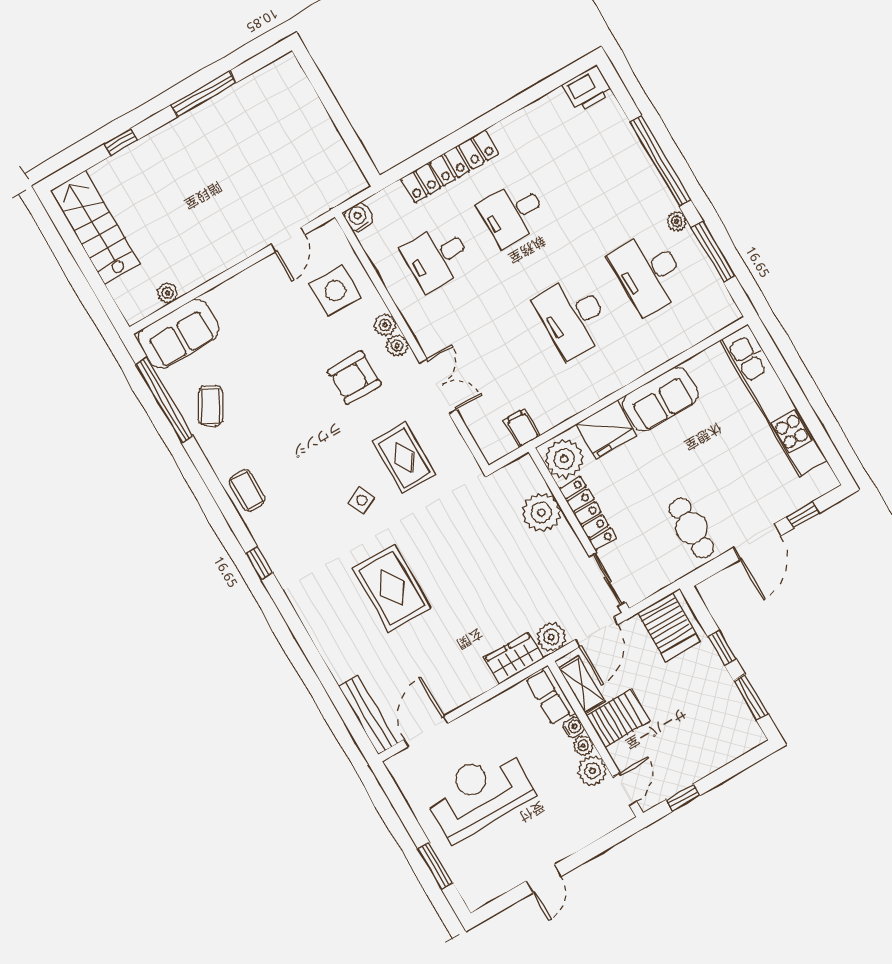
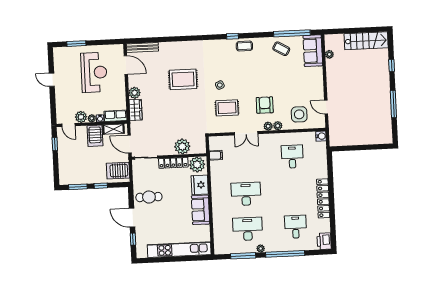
locker: (450, 166) -> (323, 198), moved
desk: (513, 213) -> (296, 227), moved
window: (259, 563) -> (232, 36), moved
plant: (551, 637) -> (135, 93), moved

